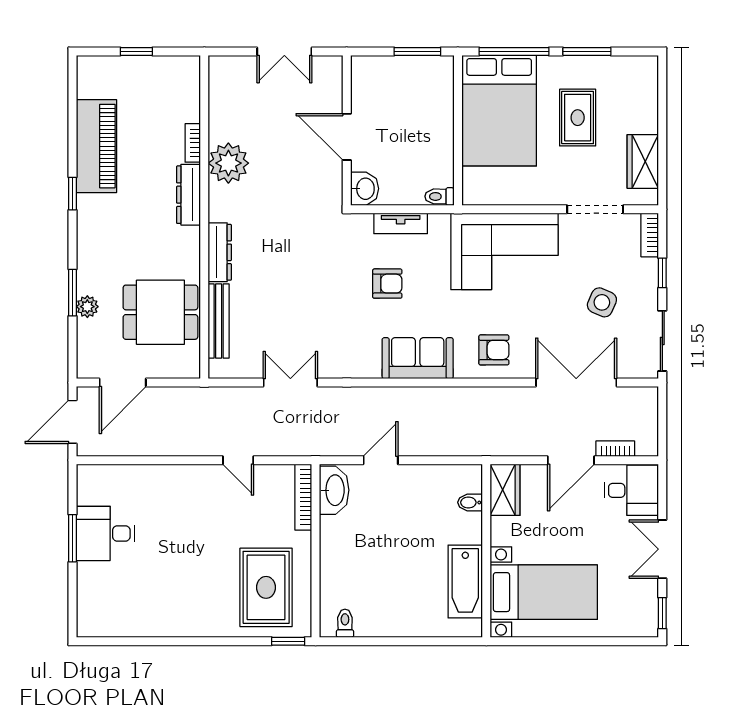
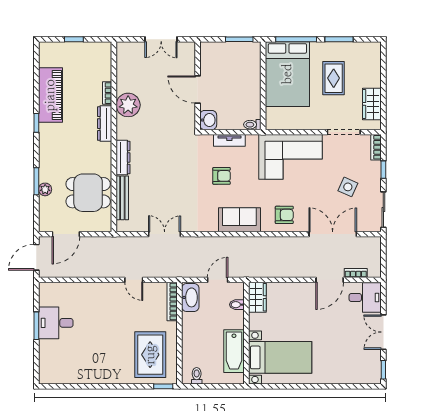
wardrobe: (505, 490) -> (257, 297), moved
bidet: (470, 502) -> (237, 305), moved
wall: (486, 551) -> (246, 333), moved
bathtub: (465, 582) -> (234, 351), moved
bed with nightstands: (544, 592) -> (280, 357), moved

